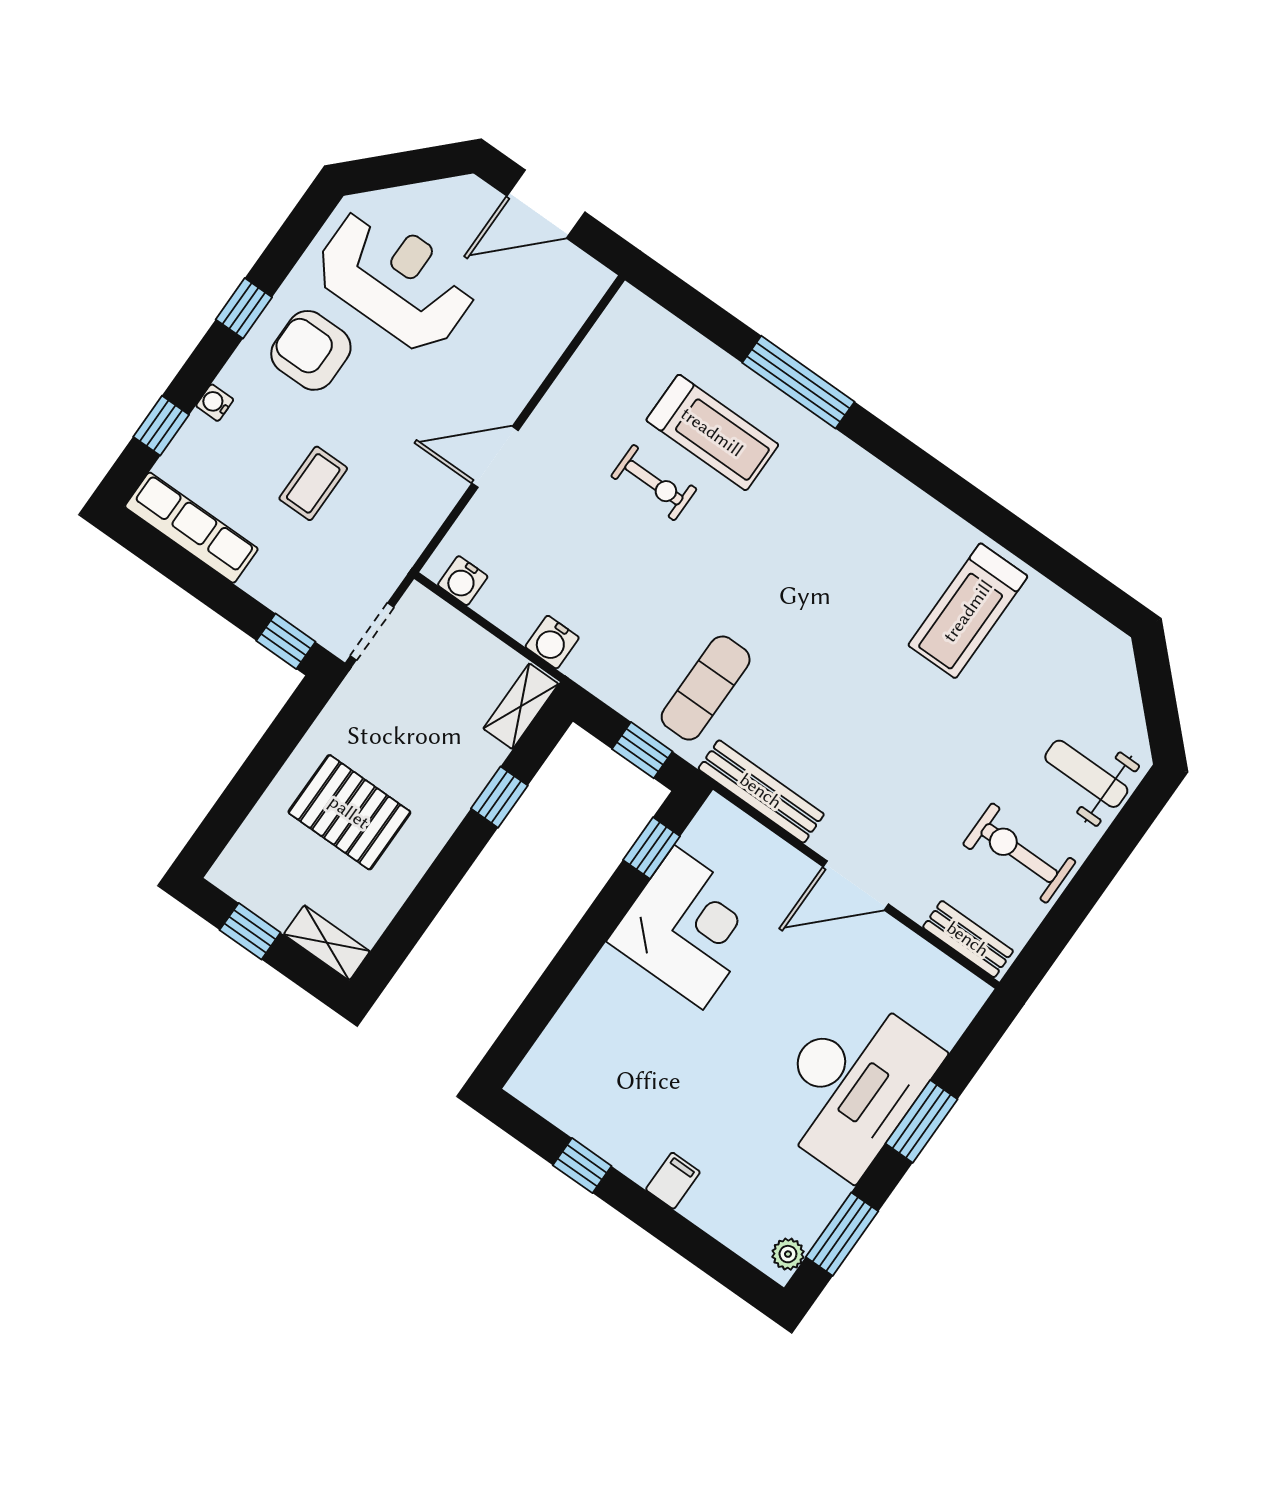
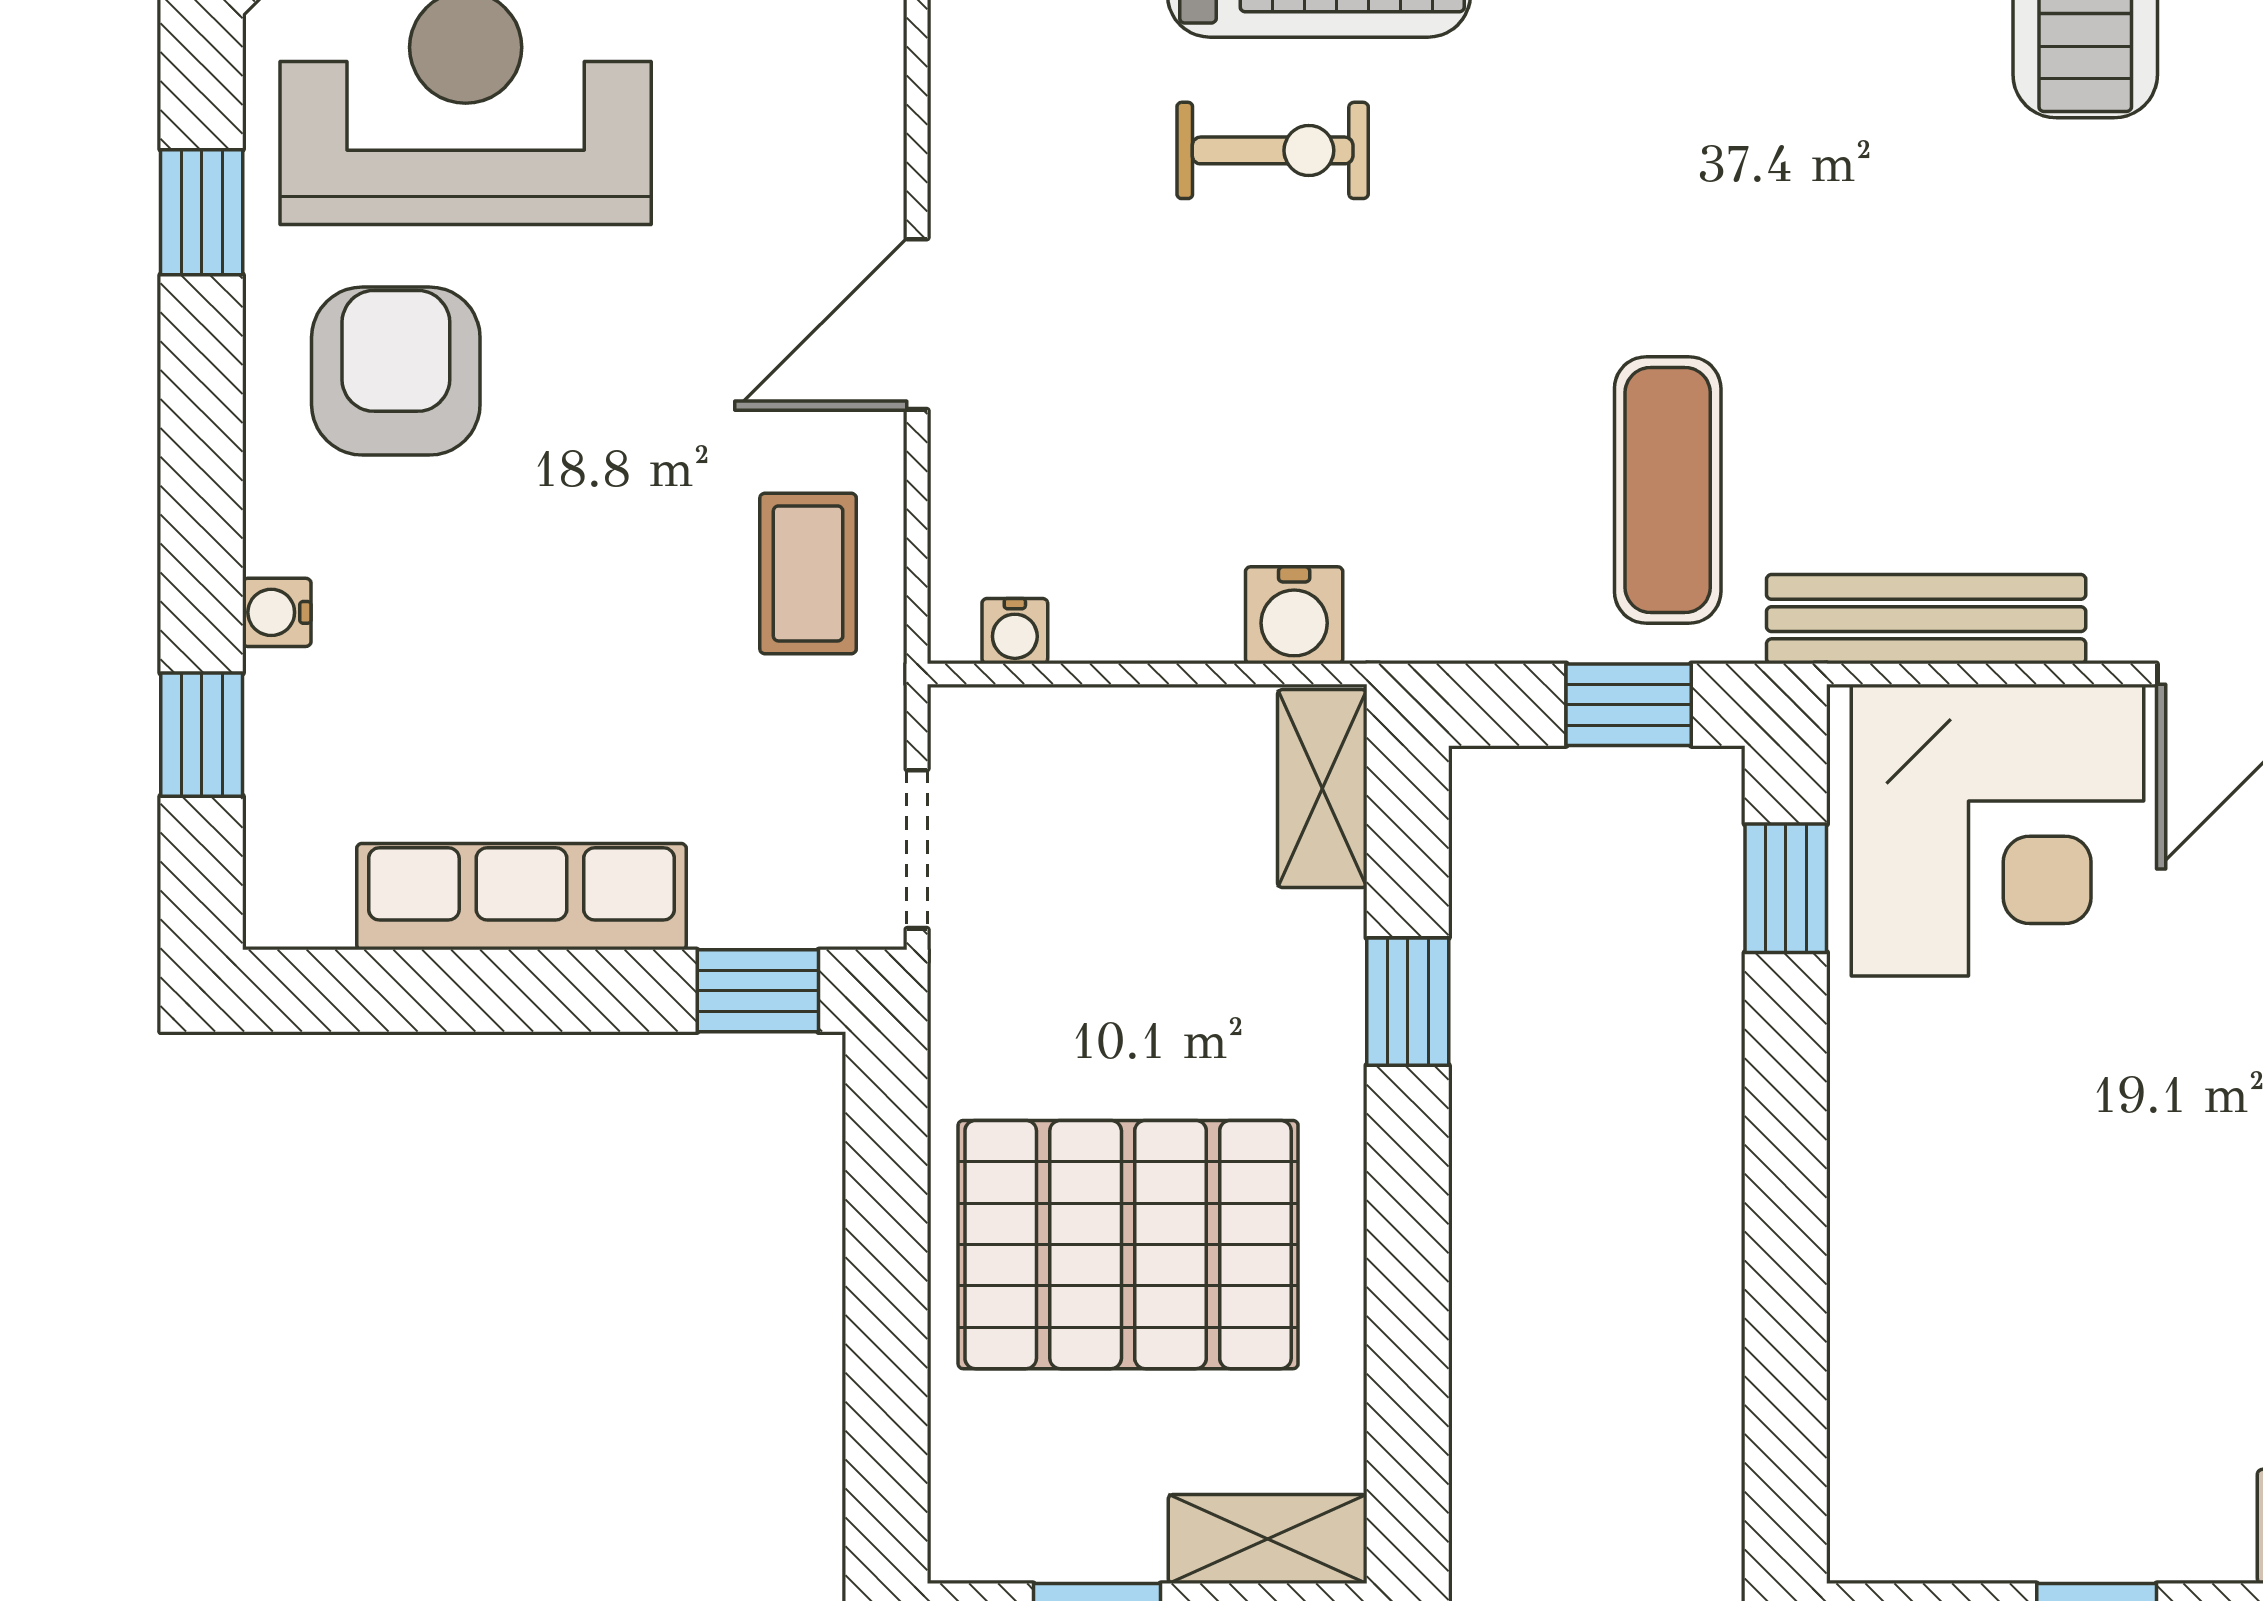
window: (244, 308) -> (202, 212), moved
armchair: (311, 350) -> (396, 371), turned 90
coffee table: (313, 483) -> (808, 573), moved
row of seats: (191, 528) -> (521, 897), moved
water cooler: (463, 581) -> (1015, 631), width x0.72, depth x0.72
pallet: (349, 812) -> (1128, 1245), width x1.37, depth x1.41
corner desk: (689, 927) -> (1998, 830), moved, turned 90

